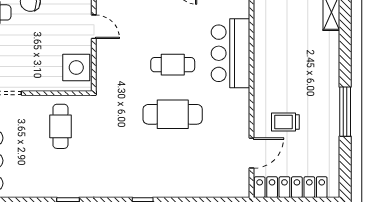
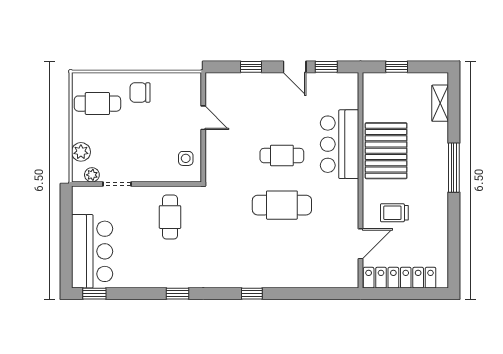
pallet: (277, 60) -> (386, 151), added
side table: (76, 68) -> (186, 158), width x0.54, depth x0.54
window: (345, 112) -> (454, 168), moved

